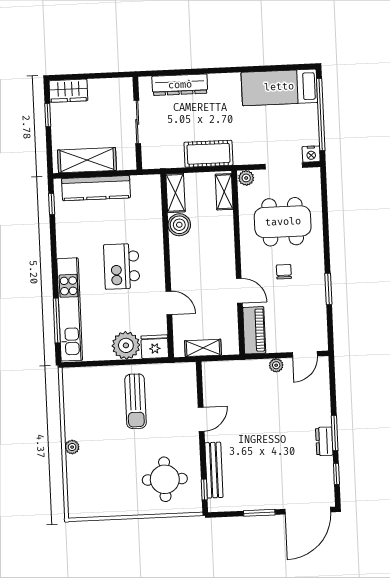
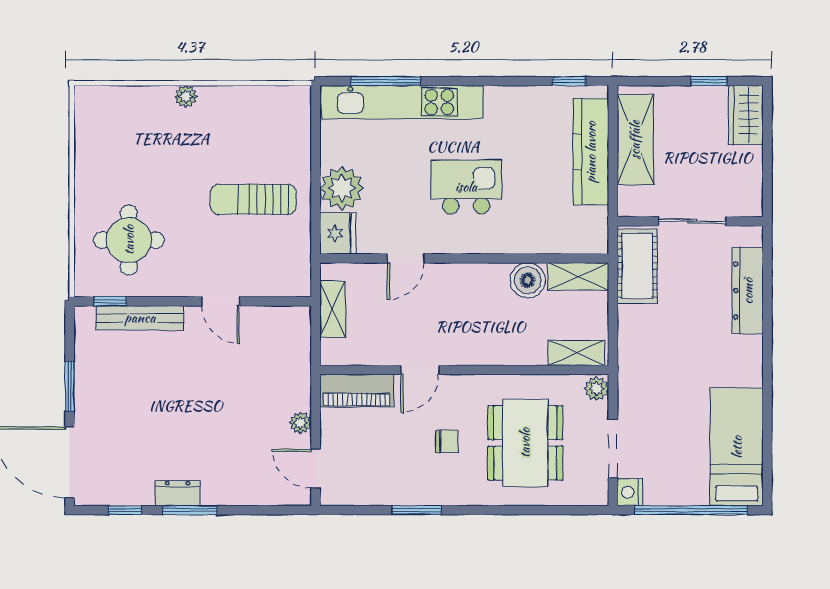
cot: (208, 154) -> (637, 266), moved

